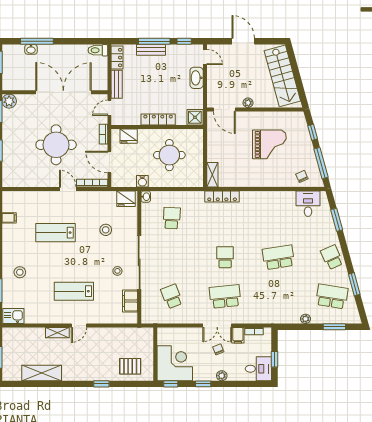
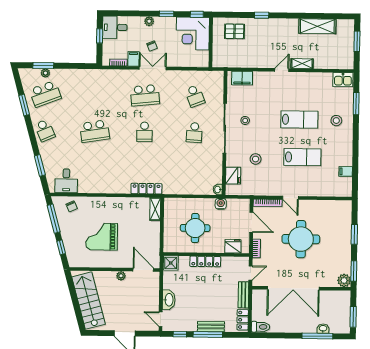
fridge: (126, 199) -> (233, 176), moved, turned 90
school desk: (172, 218) -> (194, 133), moved
lab bench: (74, 291) -> (299, 119), moved
school desk: (332, 296) -> (45, 94), turned -30
filing cabinet: (130, 301) -> (242, 78), moved, turned 90
plant: (306, 319) -> (45, 73), moved

